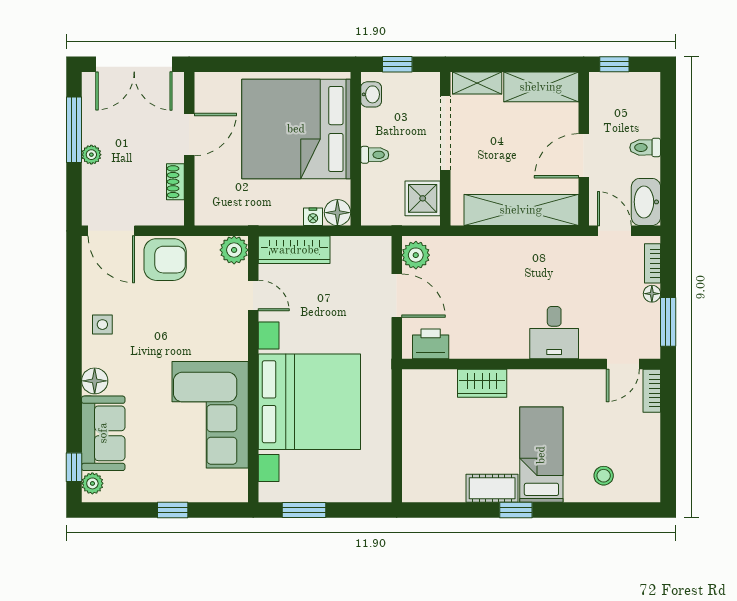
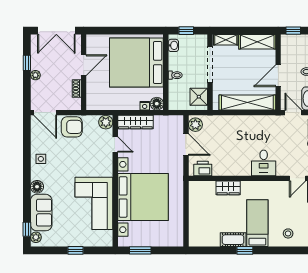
window: (74, 130) -> (27, 63), width x0.46

